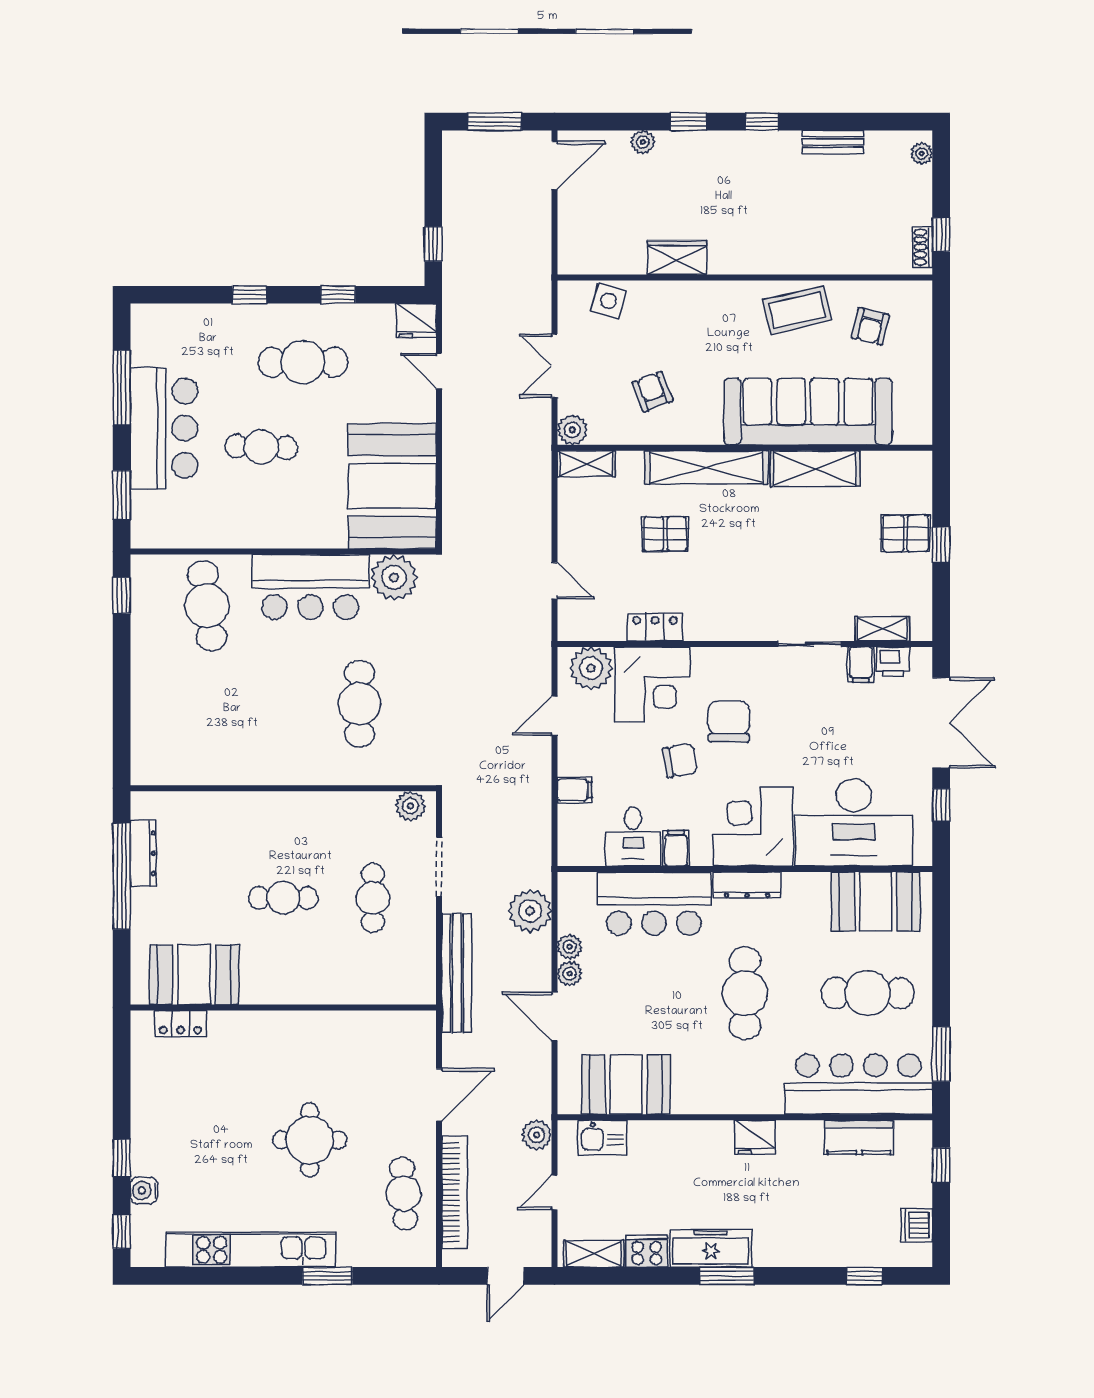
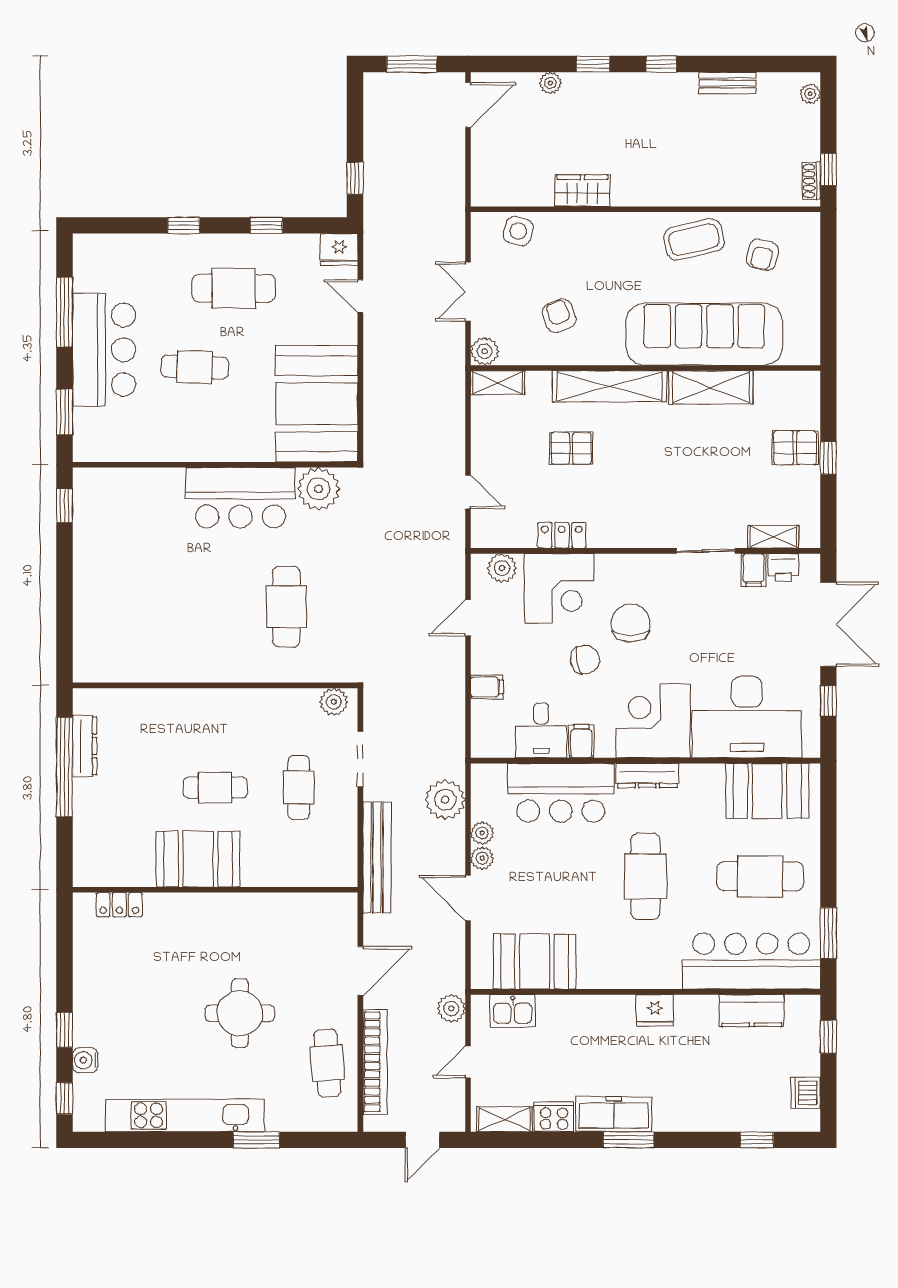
cafe table: (207, 606) -> (144, 515), removed
plant: (591, 668) -> (502, 568), width x0.73, depth x0.73
booth: (194, 975) -> (198, 859), moved

